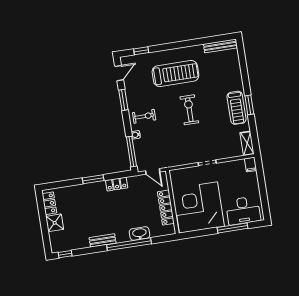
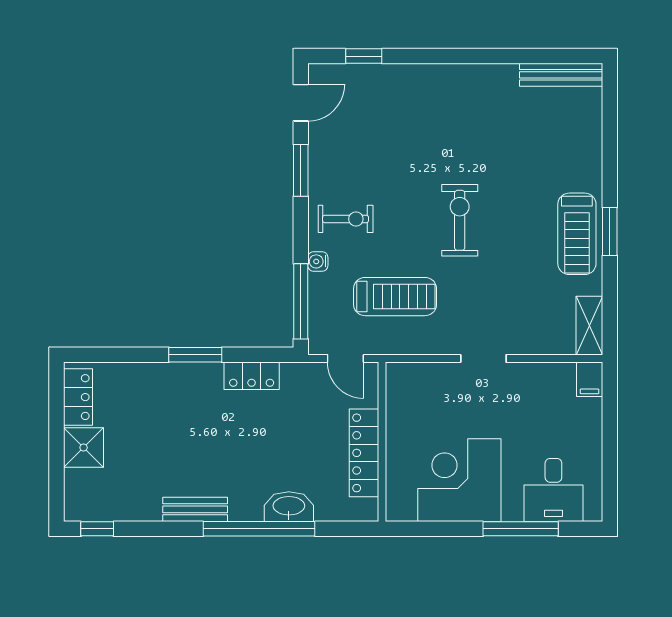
treadmill: (175, 73) -> (395, 297), moved, width x0.73, depth x0.73
corner desk: (198, 207) -> (459, 480), width x0.74, depth x0.74
desk: (243, 211) -> (553, 490), width x0.73

